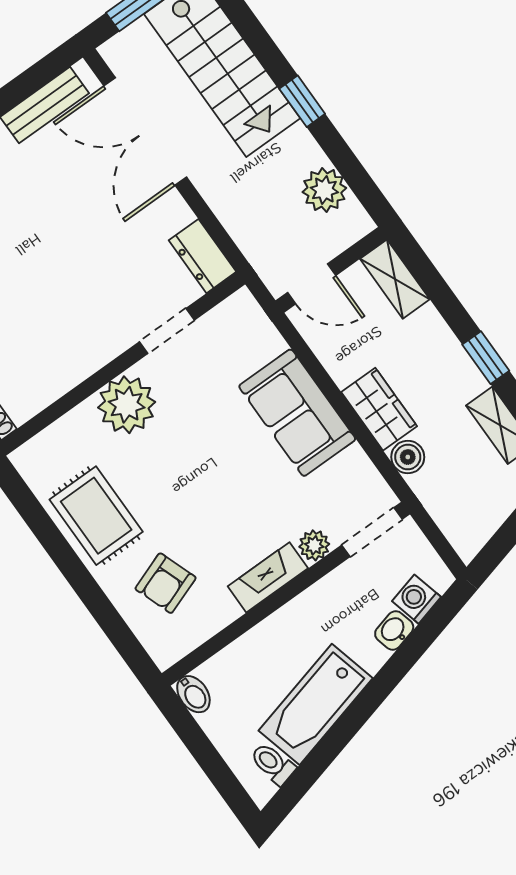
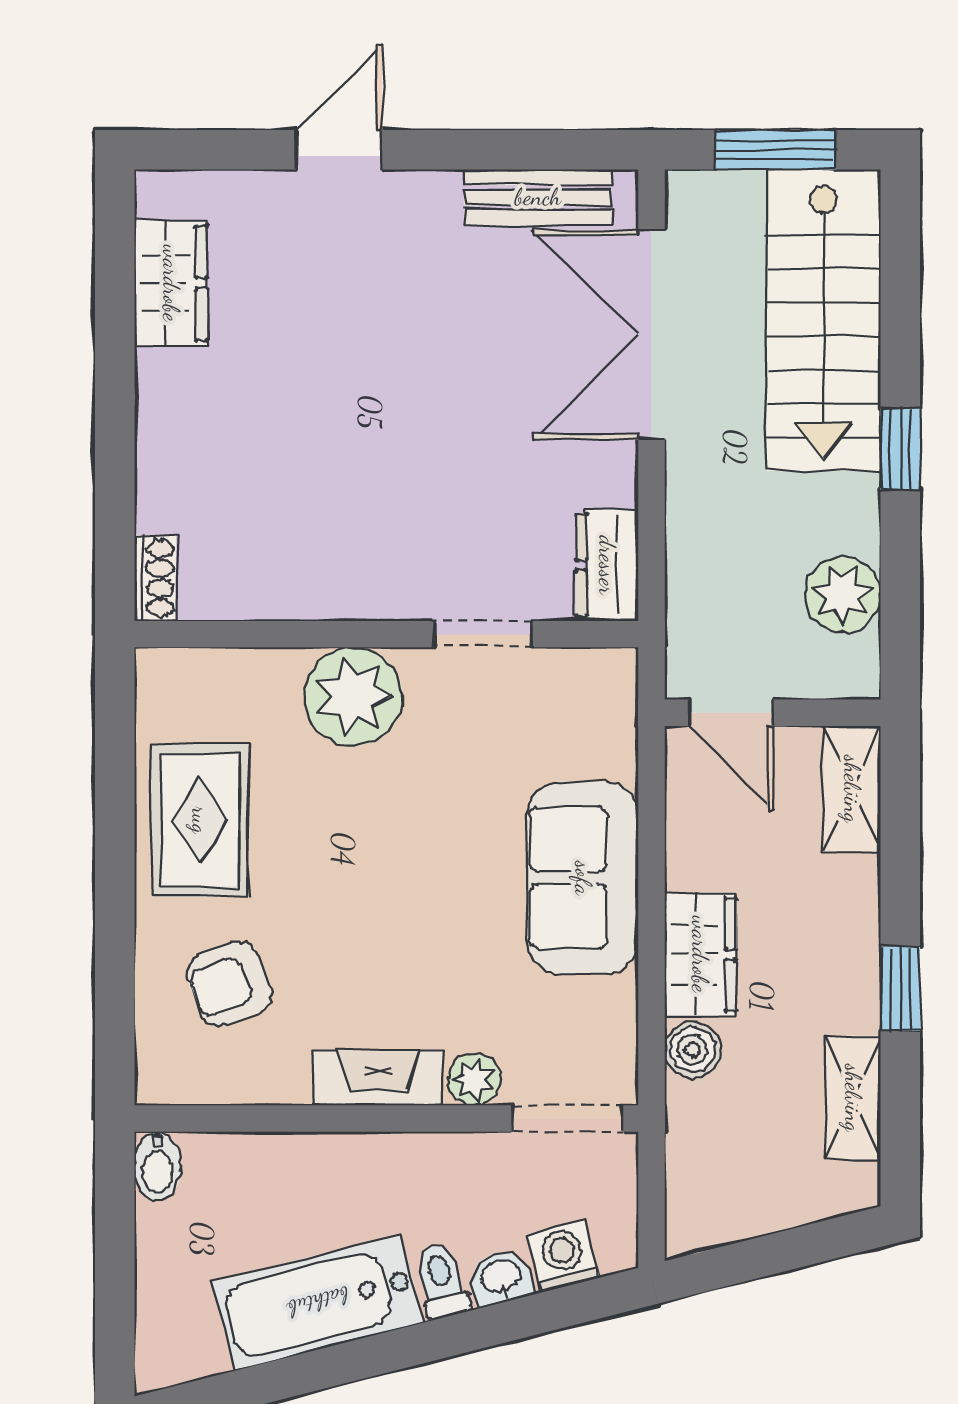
toilet: (273, 764) -> (441, 1280), moved

